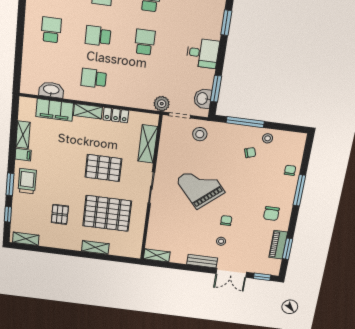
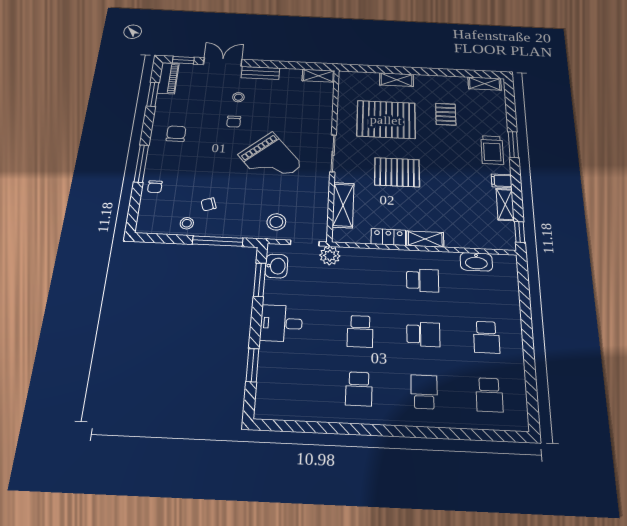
filing cabinet: (55, 110) -> (469, 237), removed
window: (8, 214) -> (520, 232), moved
piano: (278, 245) -> (168, 78), moved

